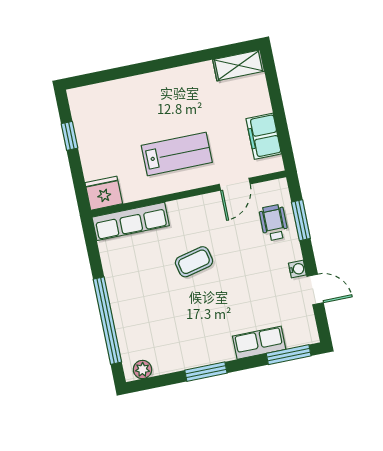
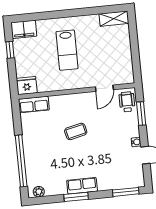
filing cabinet: (264, 136) -> (24, 29), moved, turned -90
lab bench: (177, 154) -> (67, 50), moved, turned 90
row of seats: (131, 221) -> (34, 104), width x0.68
wheelchair: (274, 223) -> (127, 102), moved
row of seats: (259, 343) -> (82, 186), moved

